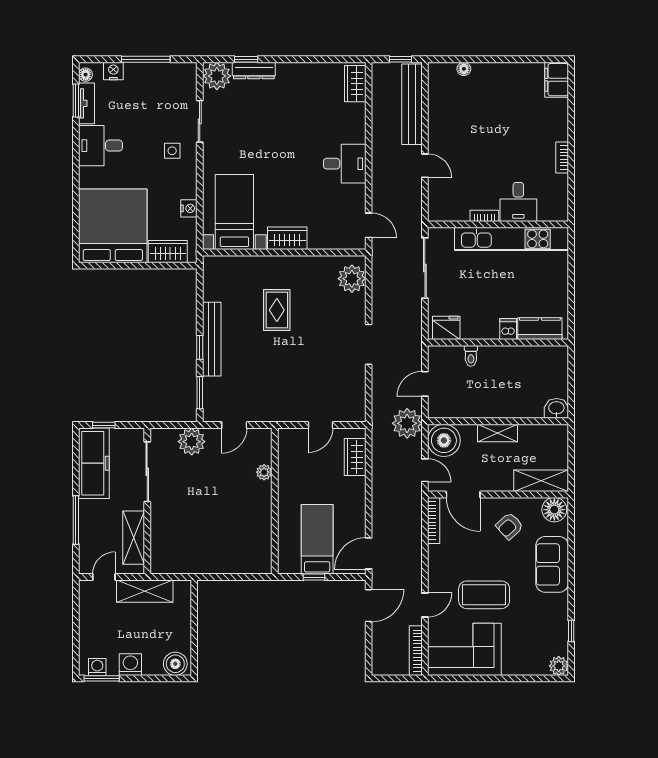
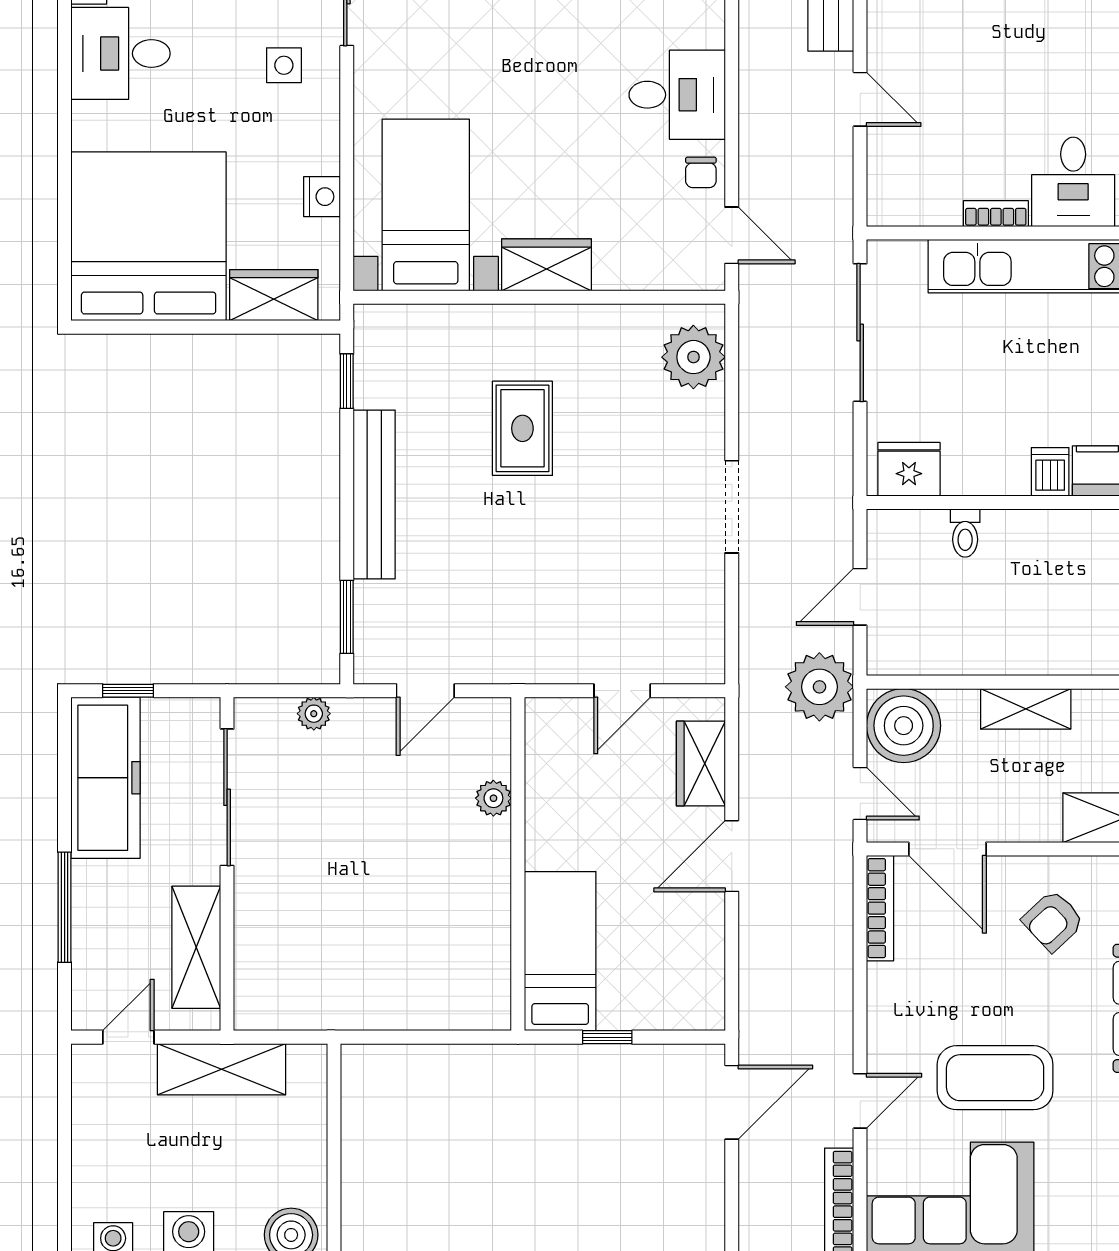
chair: (355, 198) -> (701, 172), added
window: (200, 347) -> (347, 381), moved
plant: (192, 442) -> (314, 714), width x0.53, depth x0.53
bed: (317, 539) -> (560, 951), moved
door: (369, 553) -> (732, 856), moved

